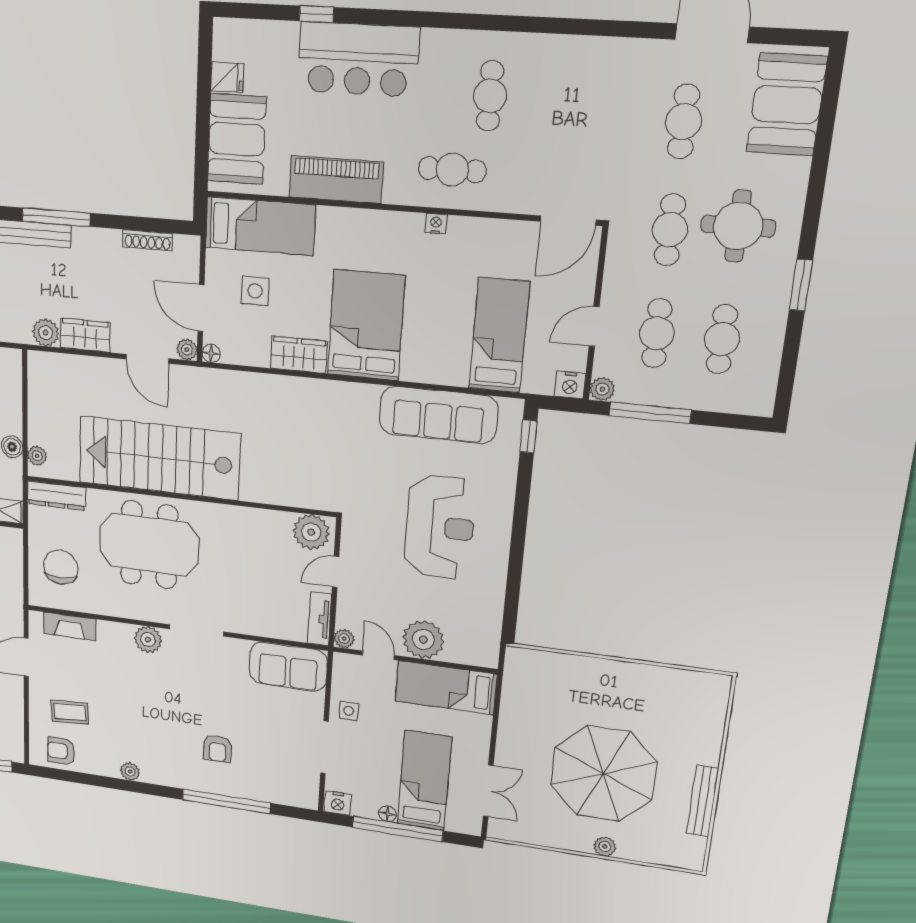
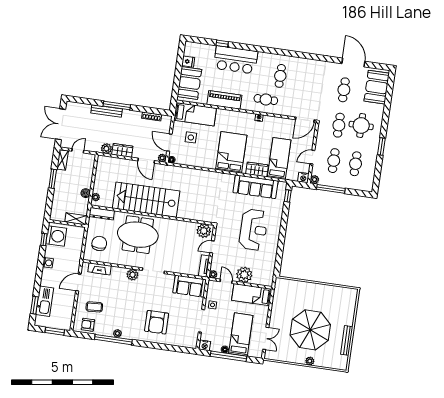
wardrobe: (299, 355) -> (257, 169), moved
armchair: (218, 749) -> (157, 322), width x1.88, depth x1.88
window: (226, 801) -> (113, 340), moved

